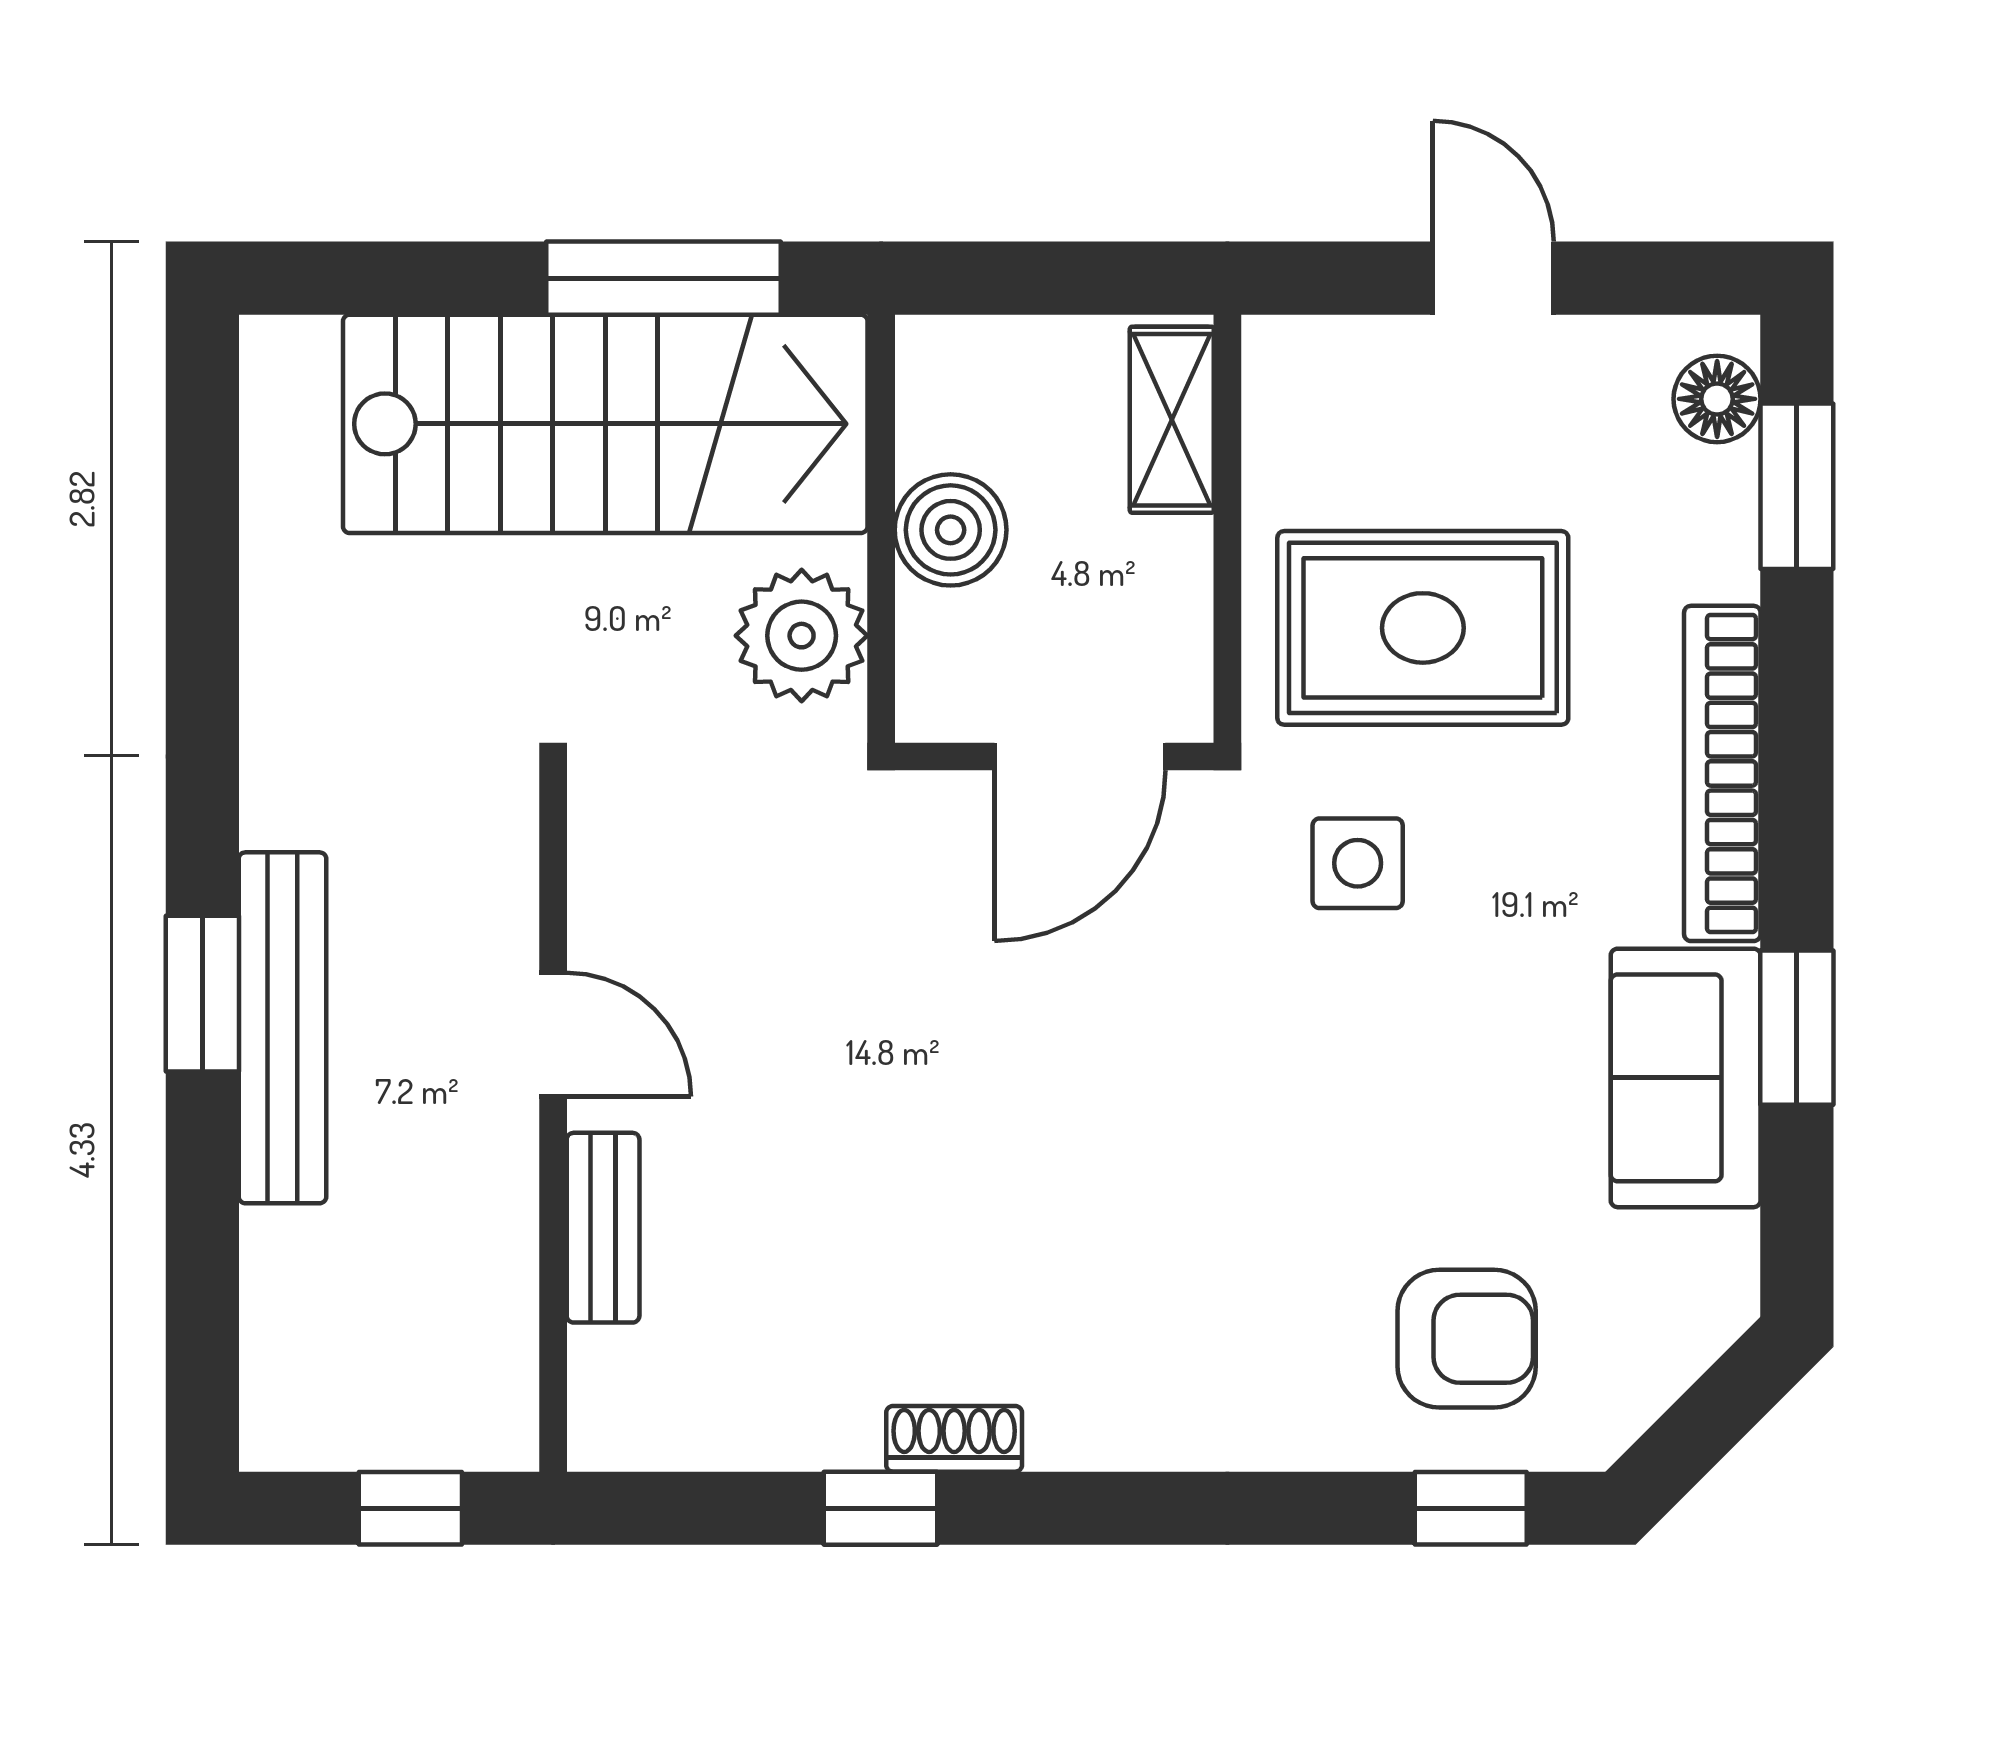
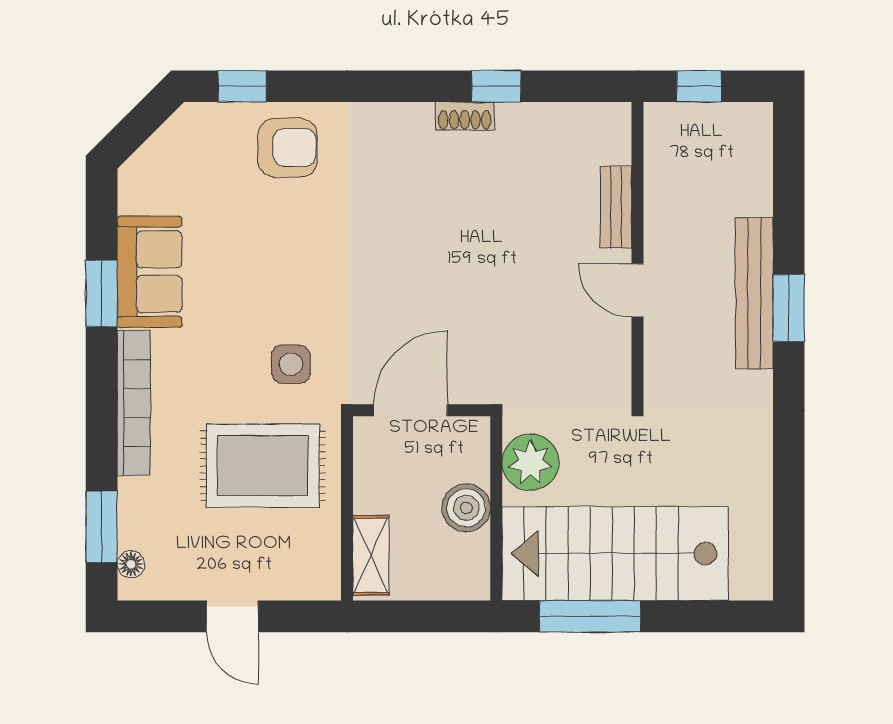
floor lamp: (1717, 399) -> (131, 564), width x0.73, depth x0.73
armchair: (1467, 1339) -> (287, 148), moved, turned 180

